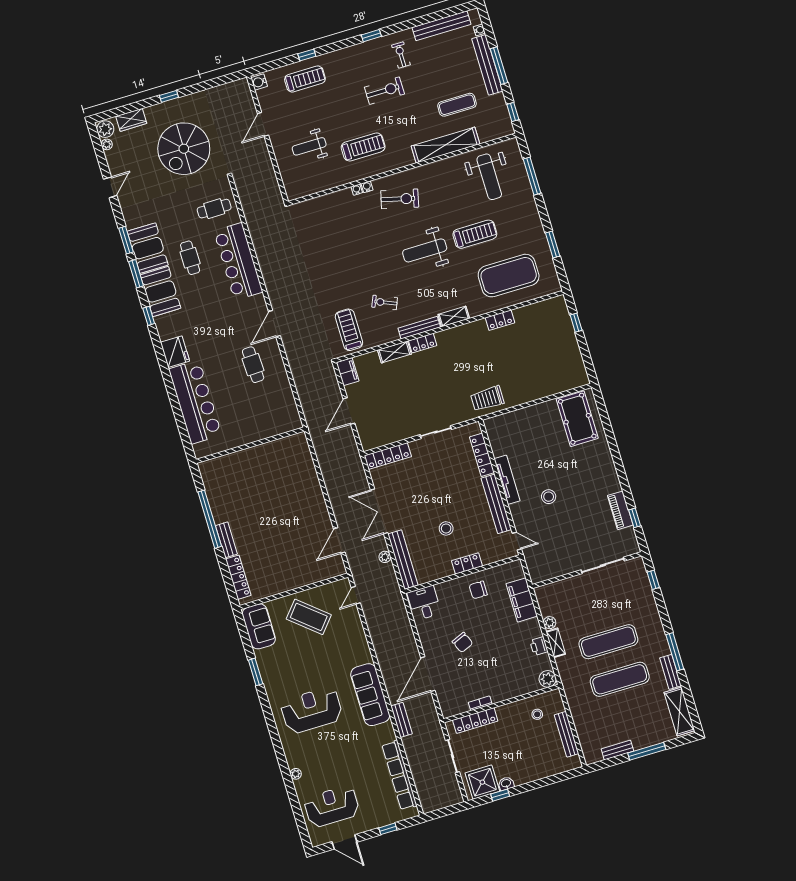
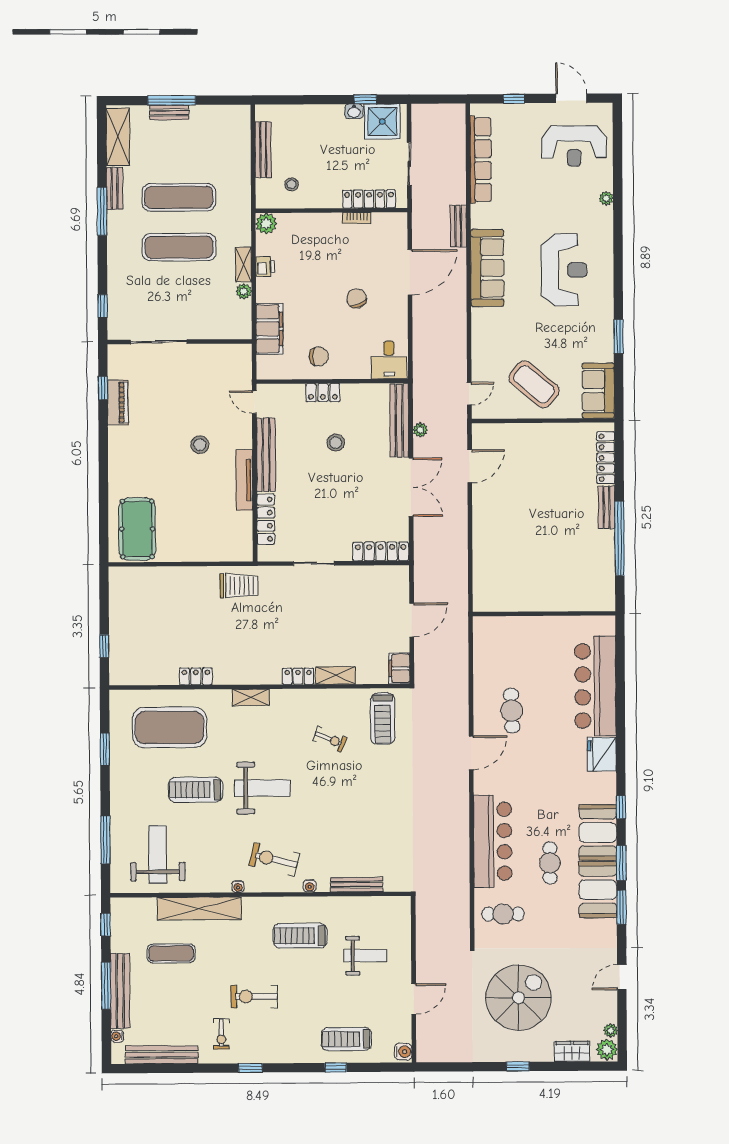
water cooler: (357, 190) -> (238, 887), moved
bench: (419, 328) -> (357, 885), moved
reception desk: (312, 710) -> (564, 270), turned -90
bench: (617, 750) -> (169, 112), moved

